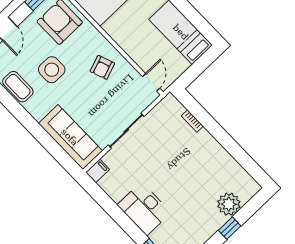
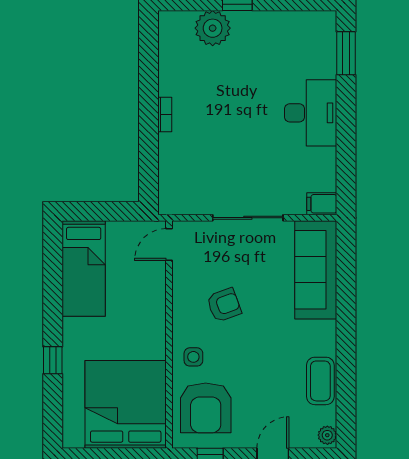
armchair: (102, 67) -> (224, 305), moved
side table: (52, 70) -> (193, 357), moved, width x0.54, depth x0.54
bookcase: (192, 121) -> (165, 114), moved

